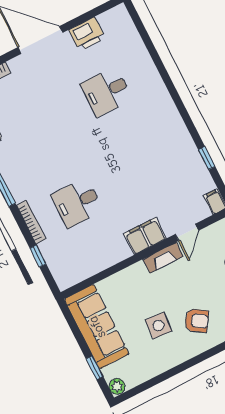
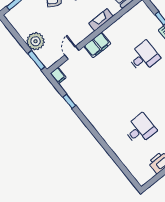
fireplace: (163, 258) -> (101, 20), moved

